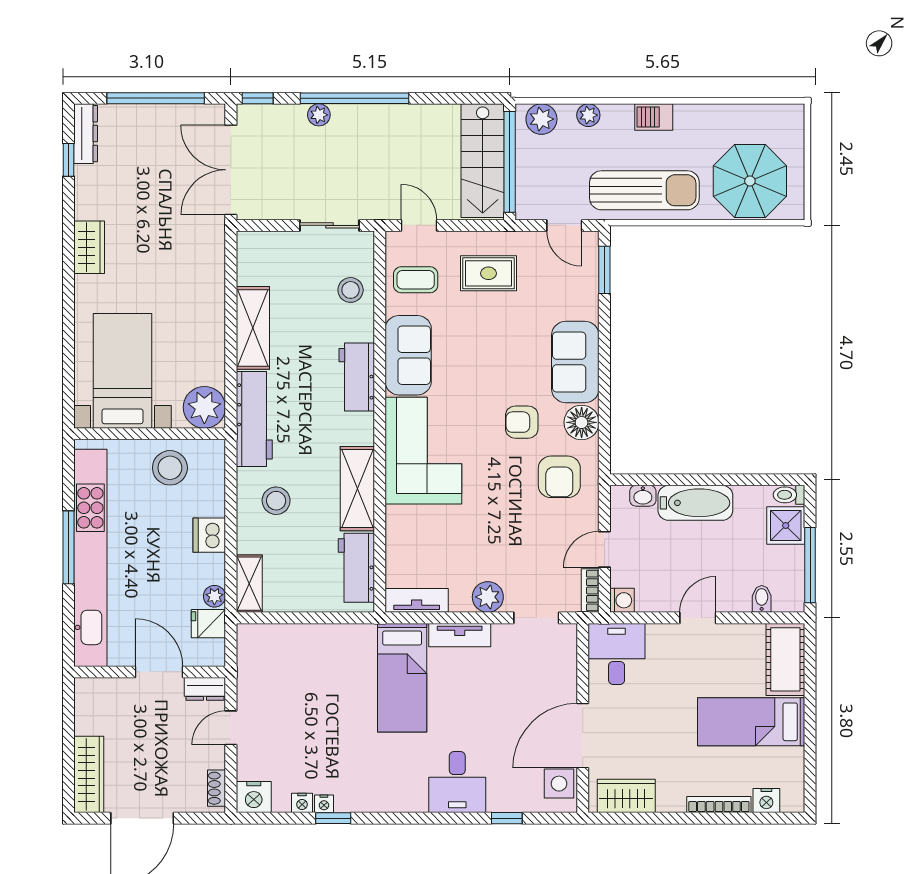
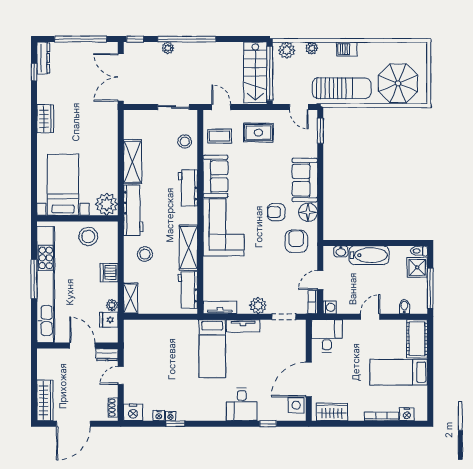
armchair: (559, 477) -> (296, 241), turned 180

